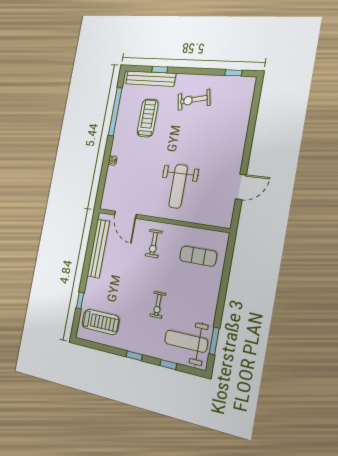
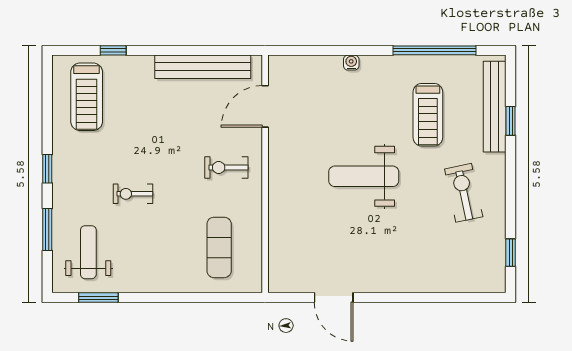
treadmill: (148, 118) -> (428, 115), turned 90
weight bench: (178, 186) -> (364, 176), moved
weight bench: (186, 341) -> (88, 252), width x0.73, depth x0.75
window: (168, 365) -> (47, 230), width x1.50

